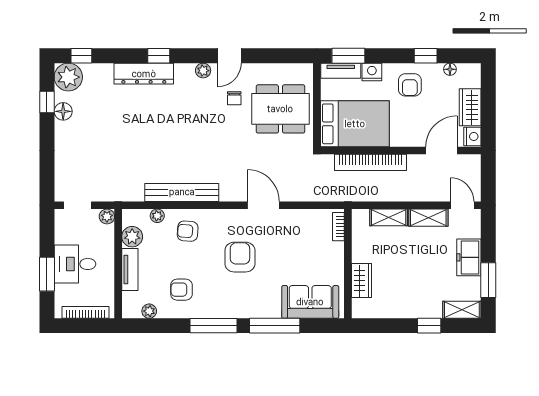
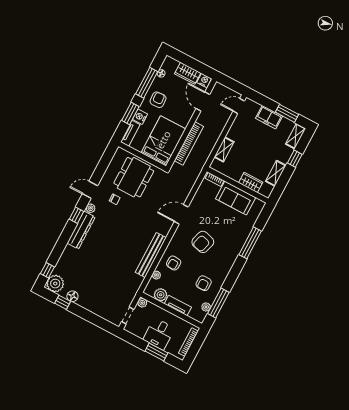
window: (159, 56) -> (77, 215), moved
door: (229, 56) -> (90, 190), swing flipped
window: (348, 56) -> (130, 114), moved
window: (426, 56) -> (147, 83), width x2.17
dresser: (144, 74) -> (81, 230), moved
armchair: (410, 85) -> (158, 100), turned -93
shelving: (428, 218) -> (276, 173), moved
armchair: (240, 257) -> (203, 242), turned -74
sofa: (310, 302) -> (236, 198), moved, turned -90
window: (214, 326) -> (218, 303), moved

